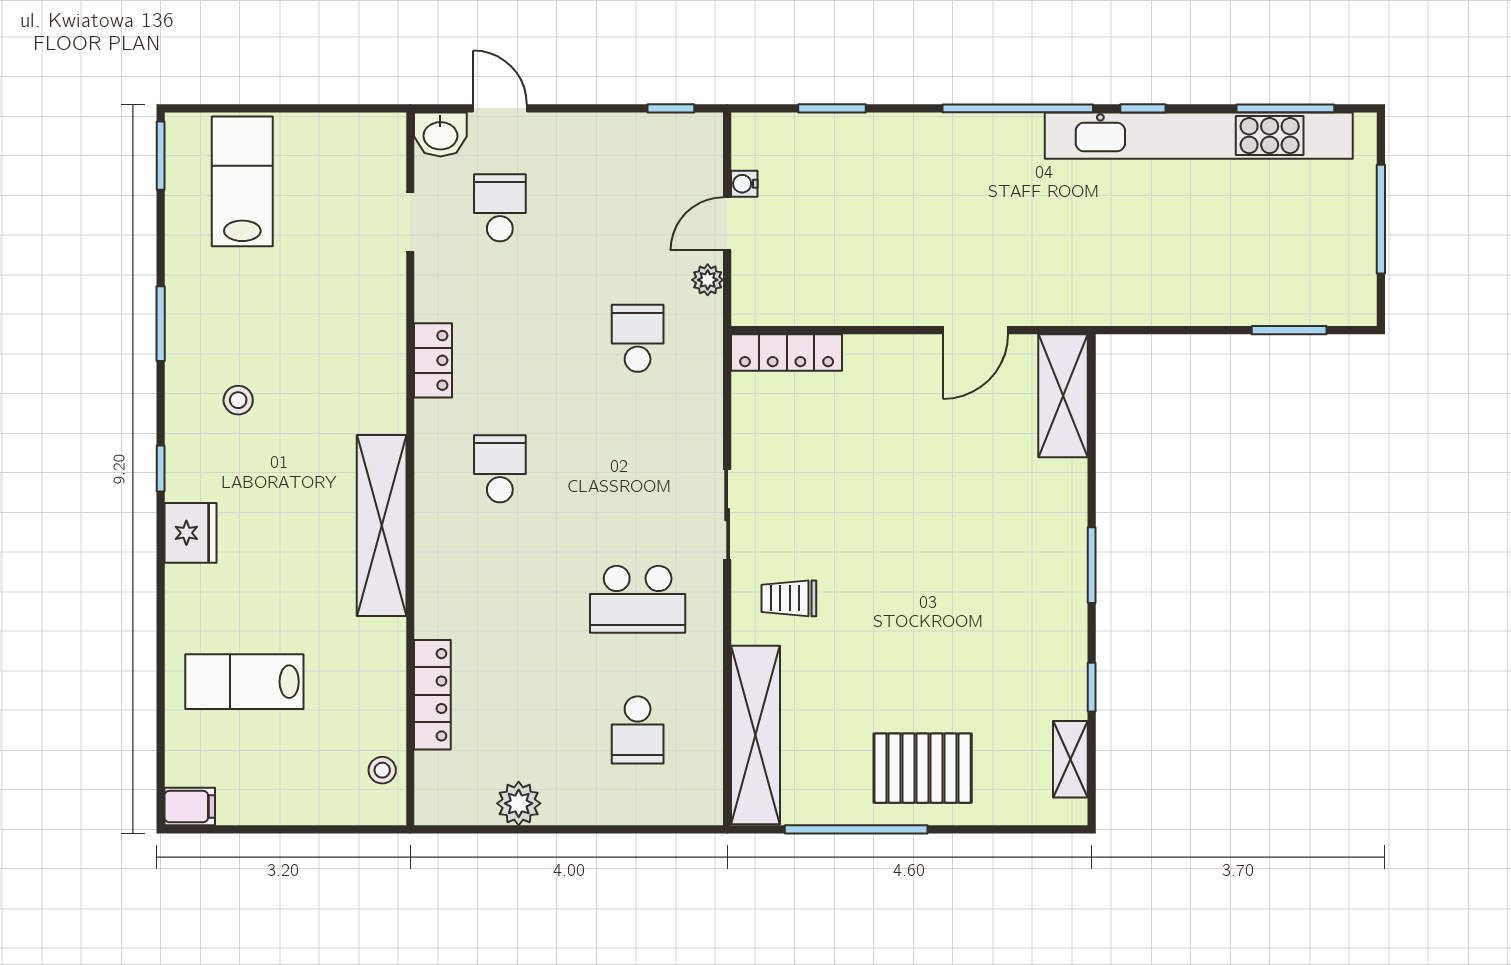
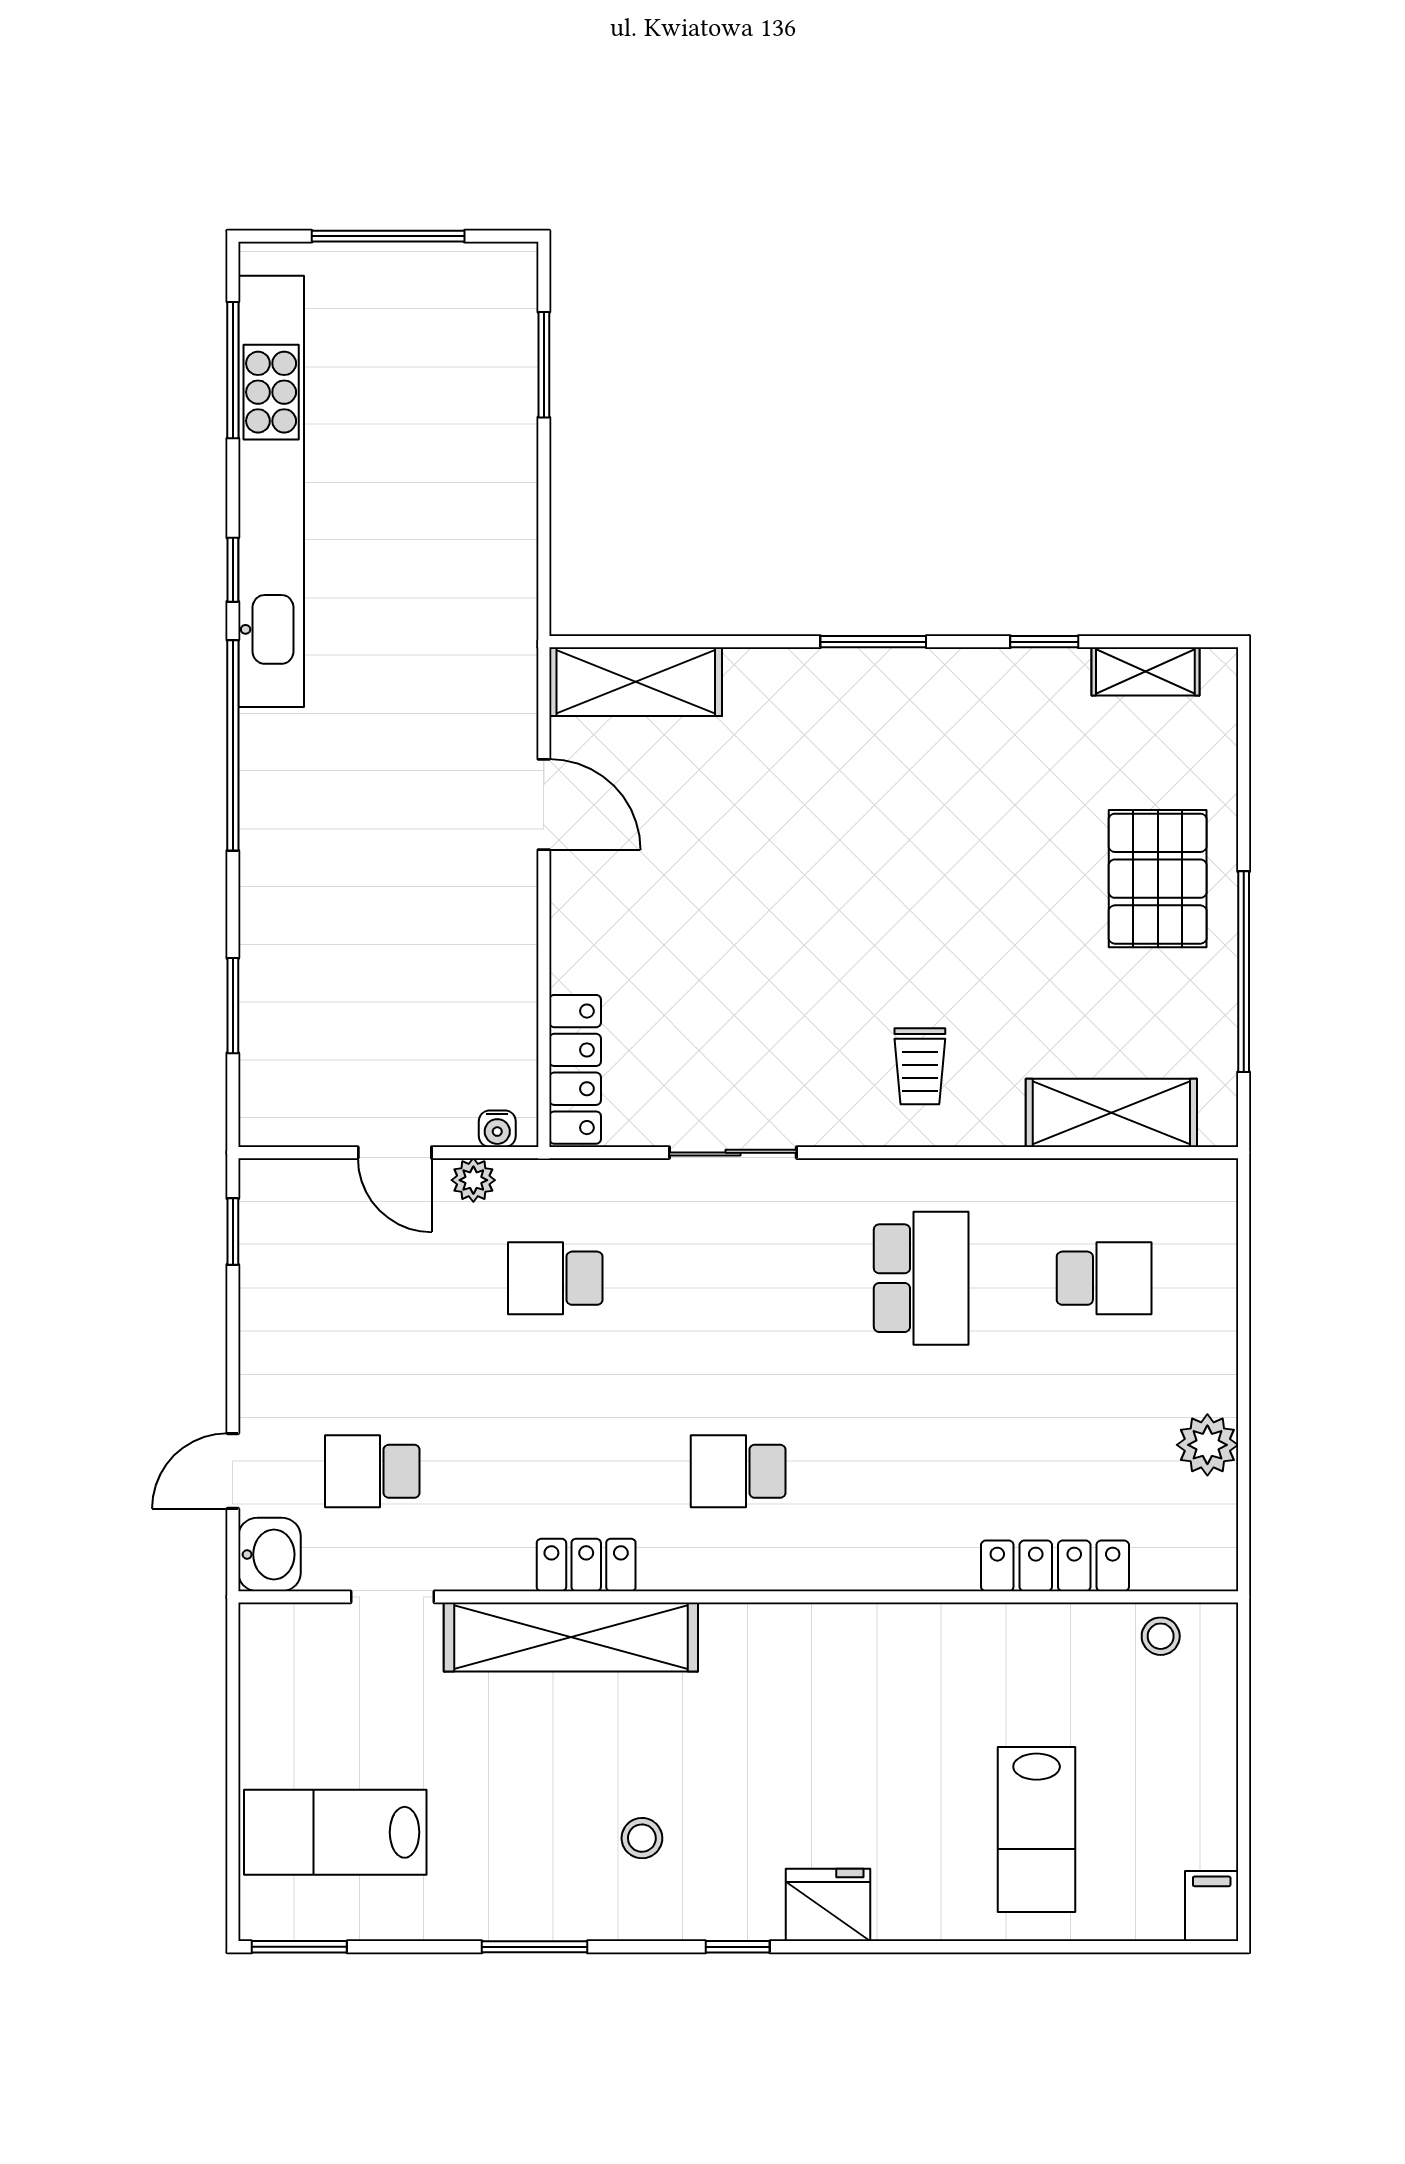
water cooler: (744, 184) -> (497, 1129), moved
sliding door: (727, 515) -> (733, 1153), moved
shelving: (382, 525) -> (571, 1637), moved
shelving: (756, 735) -> (1111, 1113), width x0.68

